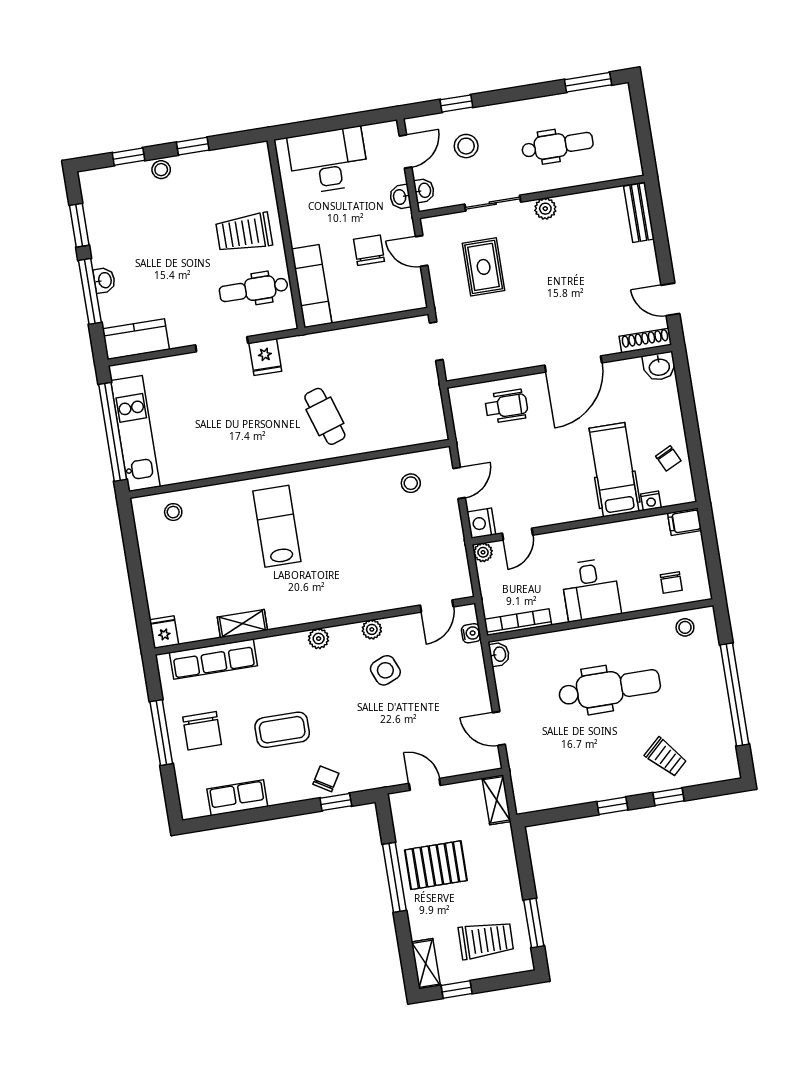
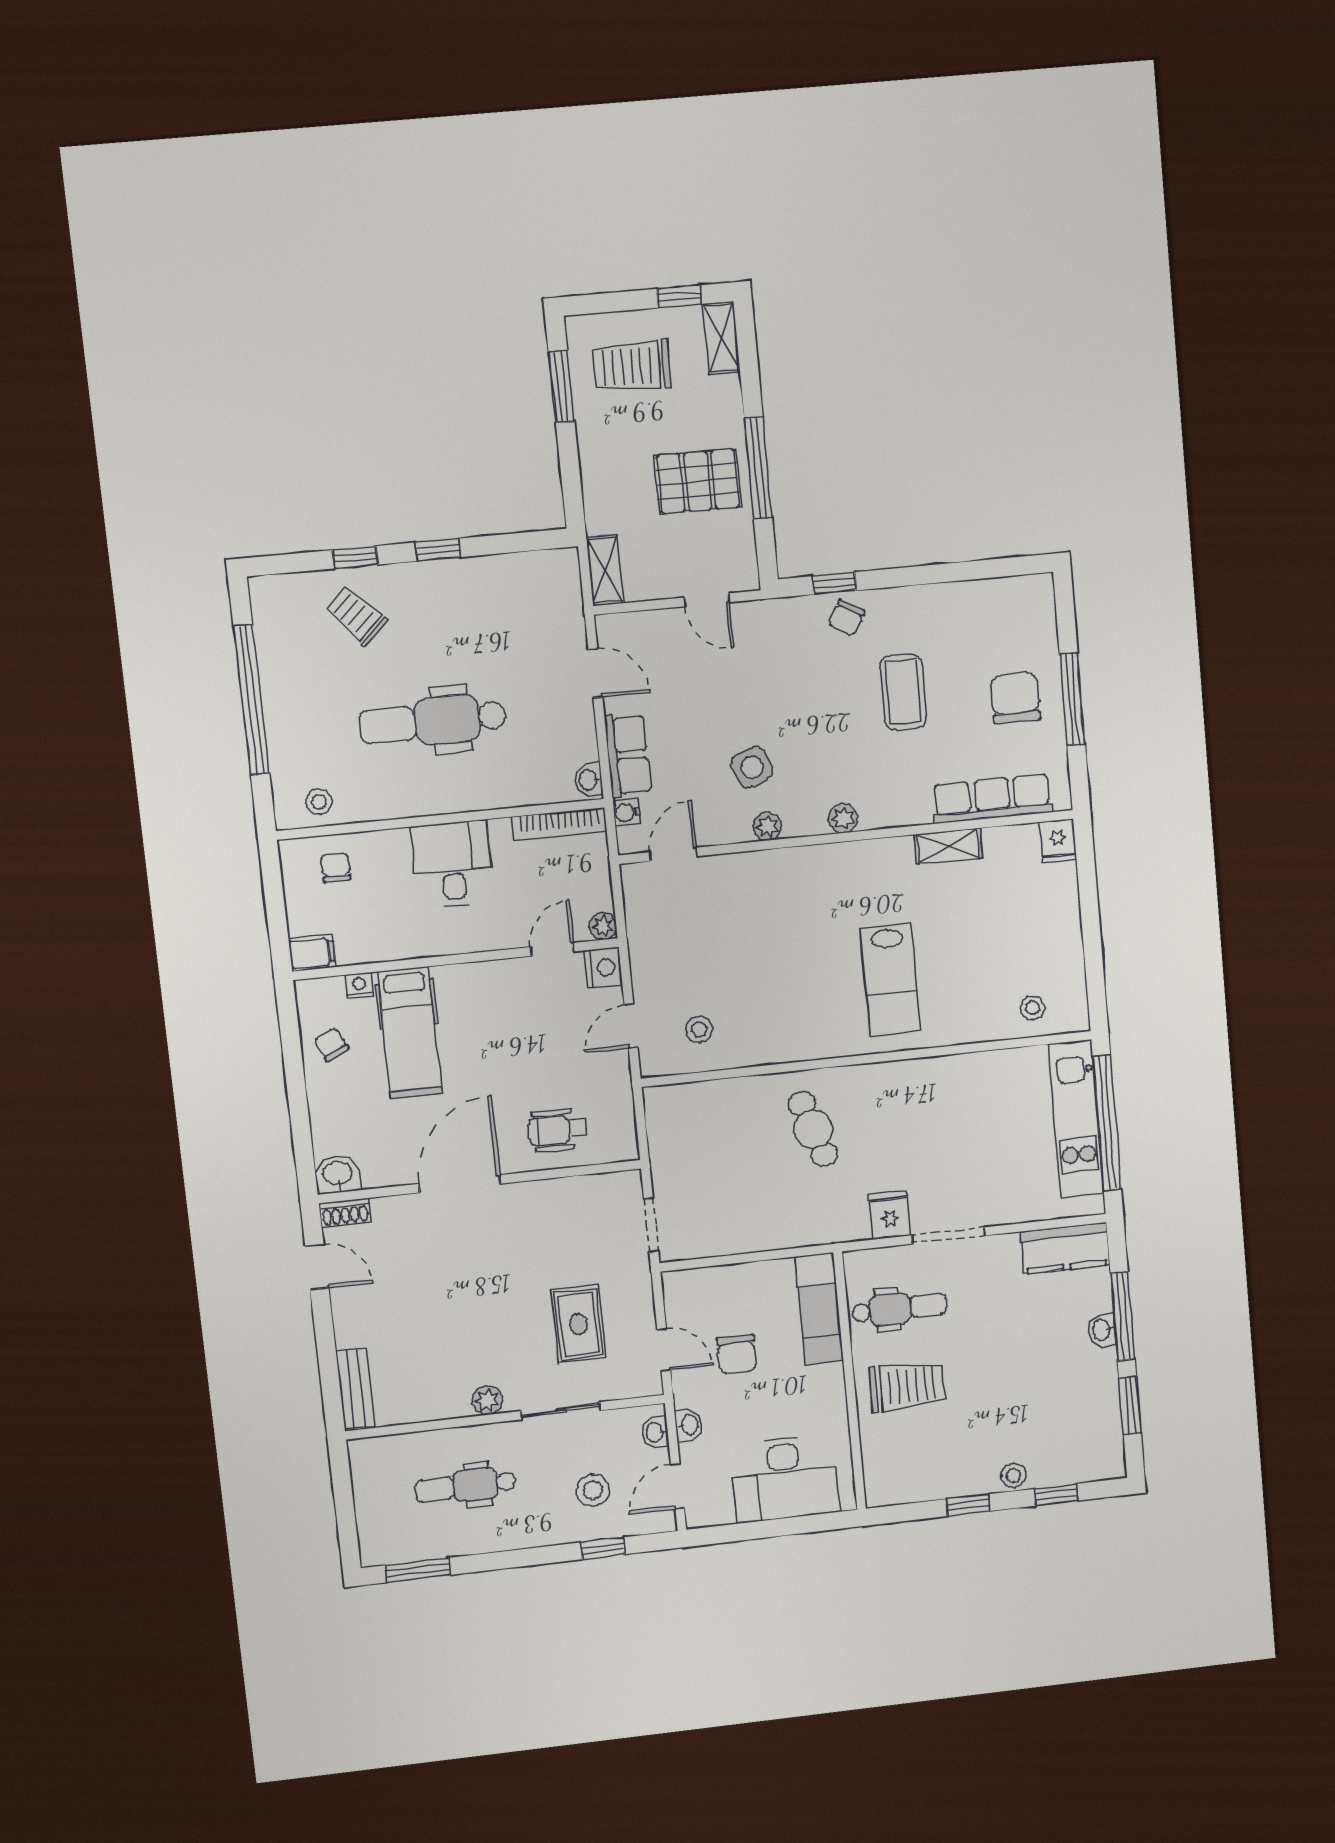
shoe rack: (645, 341) -> (345, 1212), width x0.70
coffee table: (282, 730) -> (903, 692), turned 90
row of seats: (237, 798) -> (628, 755), moved, turned -90

